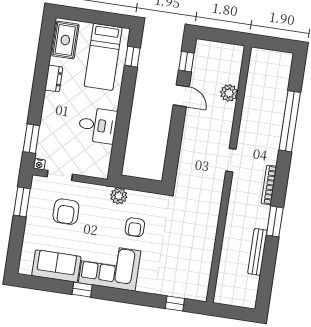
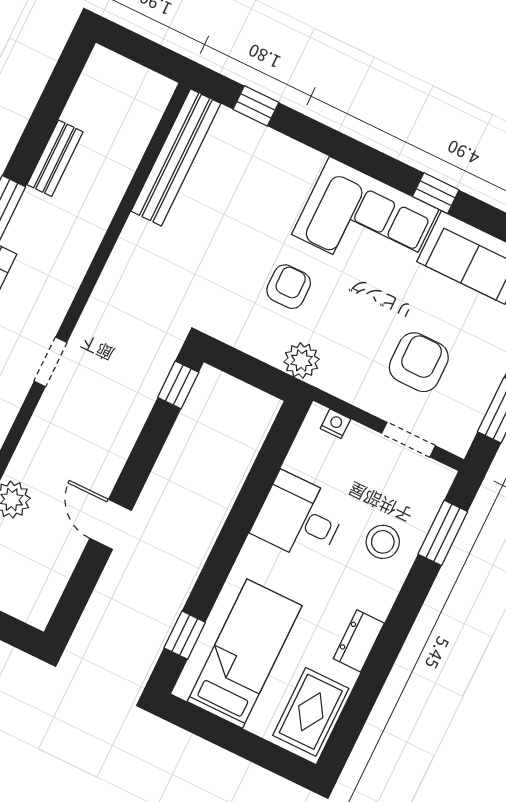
window: (186, 62) -> (178, 385), moved
stool: (57, 126) -> (383, 542), added
nightstand: (39, 164) -> (335, 424), moved
bench: (257, 252) -> (55, 158), width x0.73
bench: (203, 269) -> (176, 157), added

